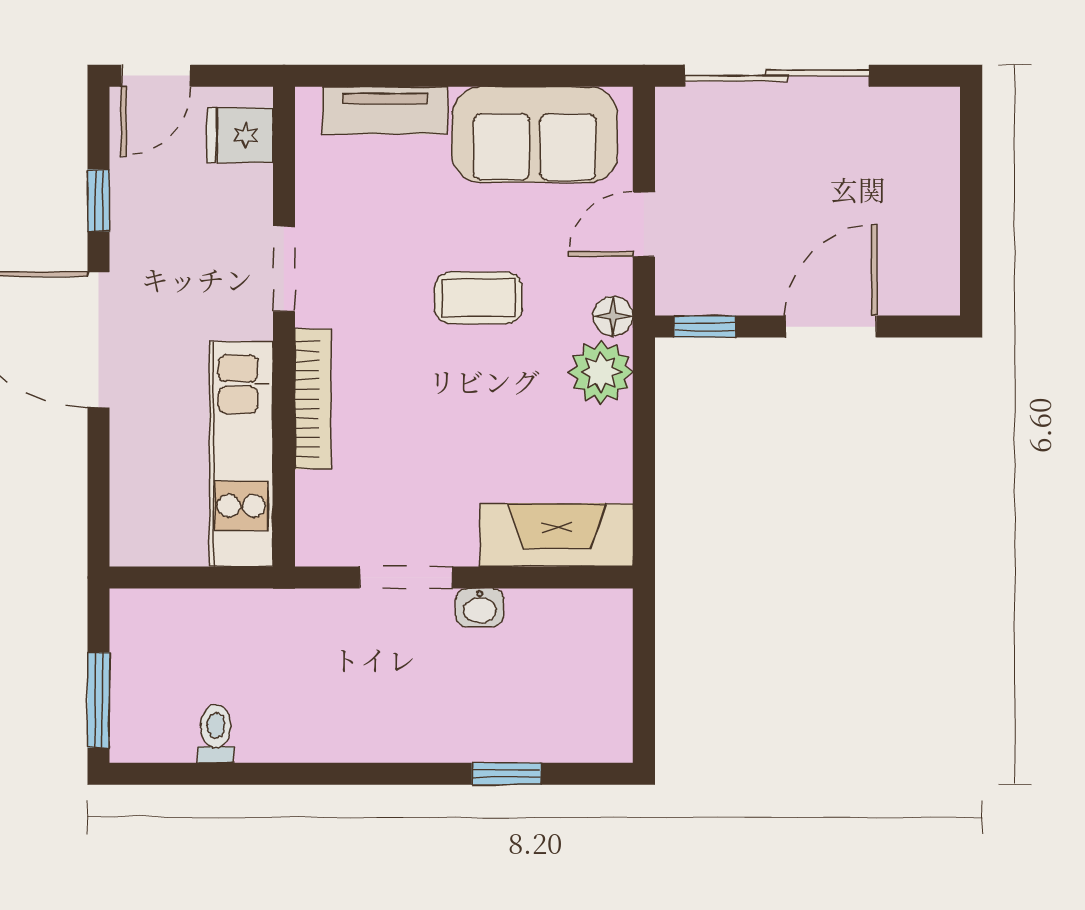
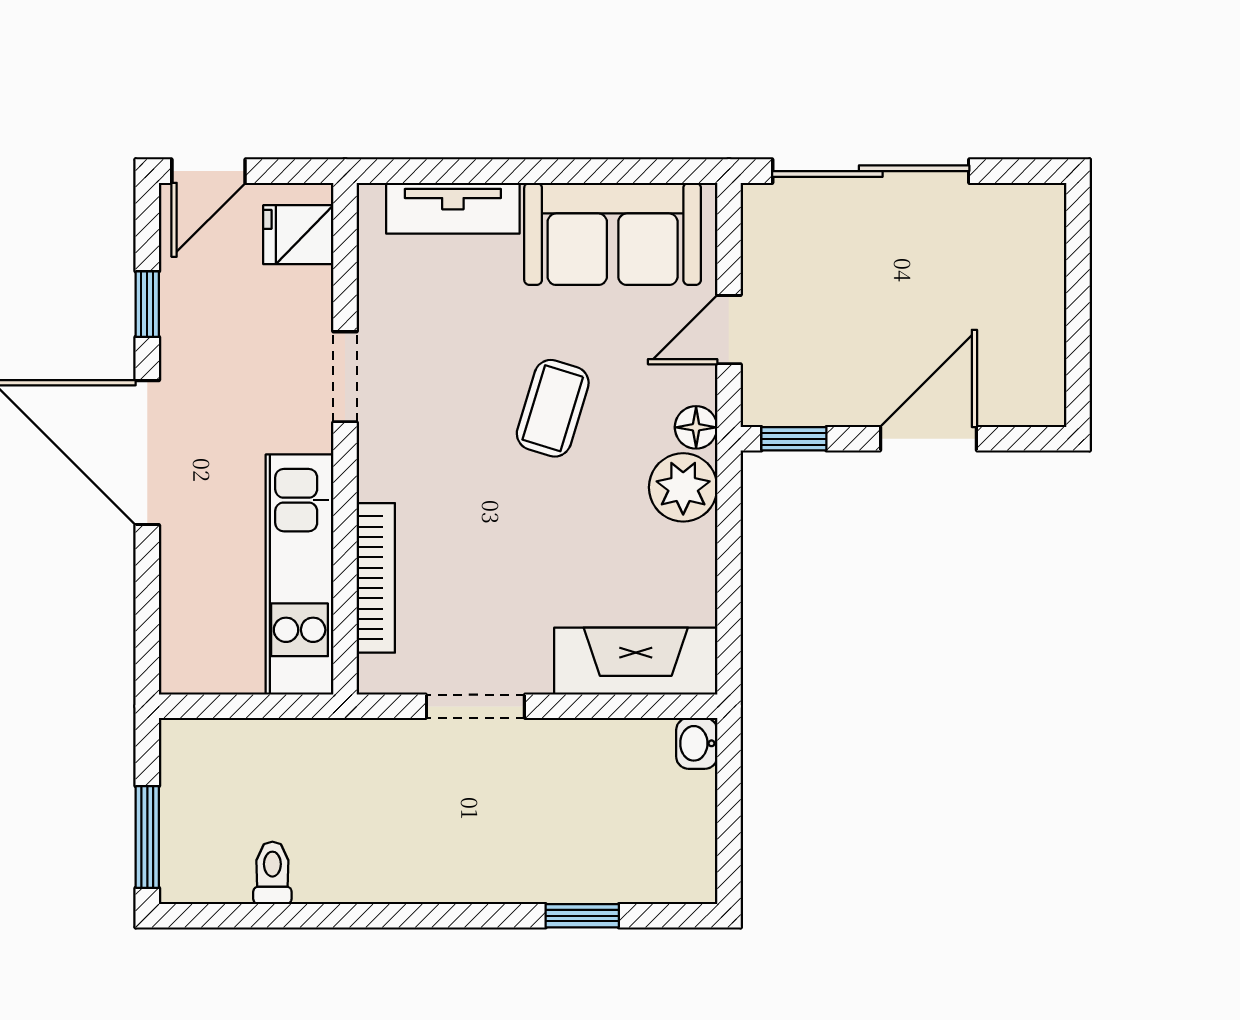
coffee table: (479, 298) -> (553, 408), turned -73
bookcase: (313, 399) -> (376, 578), moved
washbasin: (480, 608) -> (697, 743), moved, turned 90

